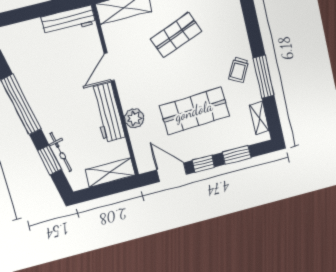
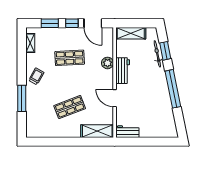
workbench: (68, 20) -> (127, 132), width x0.73
door: (109, 67) -> (115, 98), swing flipped
window: (264, 77) -> (22, 98), moved
shop shelf: (194, 111) -> (70, 58), width x0.70, depth x0.74
workbench: (108, 113) -> (123, 71), width x0.73

